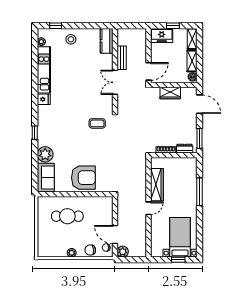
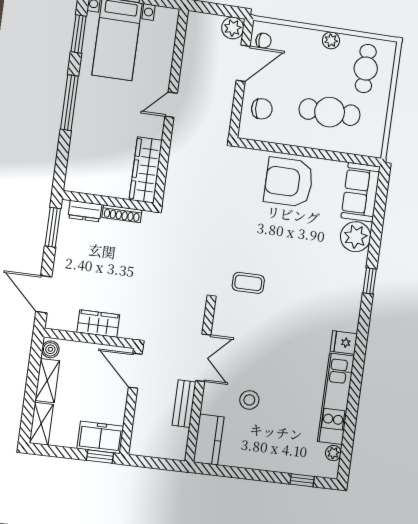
window: (173, 26) -> (100, 457), moved
stool: (71, 39) -> (249, 400), moved
door: (149, 71) -> (135, 371), hinge flipped
wardrobe: (157, 185) -> (146, 170), moved
window: (199, 192) -> (69, 103), moved
door: (115, 235) -> (243, 63), hinge flipped
window: (199, 237) -> (79, 34), added
cafe table: (52, 241) -> (366, 69), added
chair: (90, 250) -> (262, 109), moved

